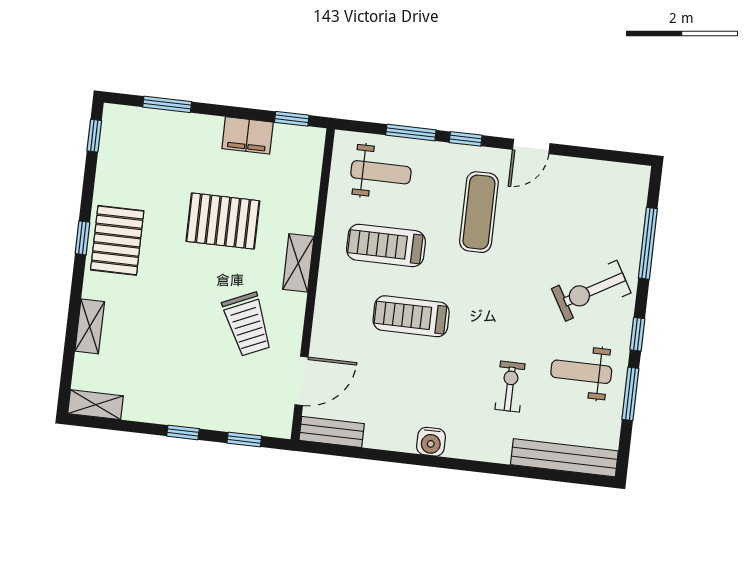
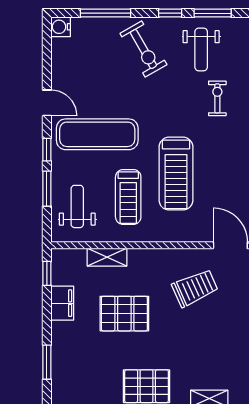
water cooler: (636, 178) -> (61, 27), added
exercise mat: (479, 212) -> (97, 134), width x1.36, depth x1.45
pallet: (223, 221) -> (124, 314), turned 90
shelving: (298, 263) -> (107, 257), moved
treadmill: (411, 316) -> (176, 174), width x1.37, depth x1.38
exercise bike: (510, 387) -> (217, 98), turned 90

